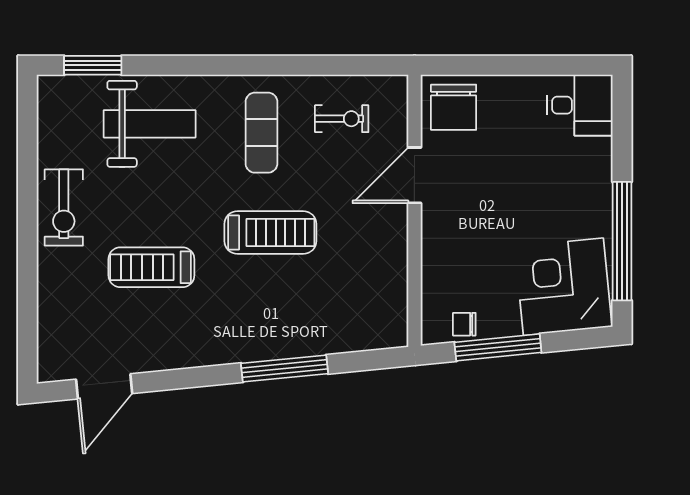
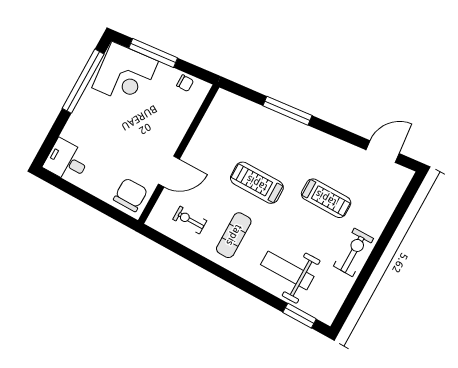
window: (498, 347) -> (153, 53), moved

